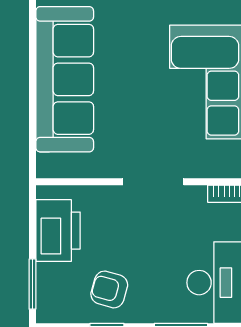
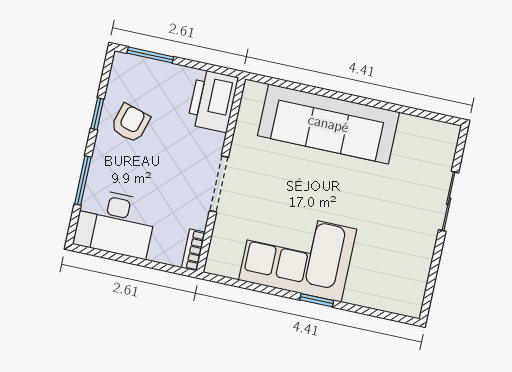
printer: (58, 231) -> (213, 101), moved, turned 90

